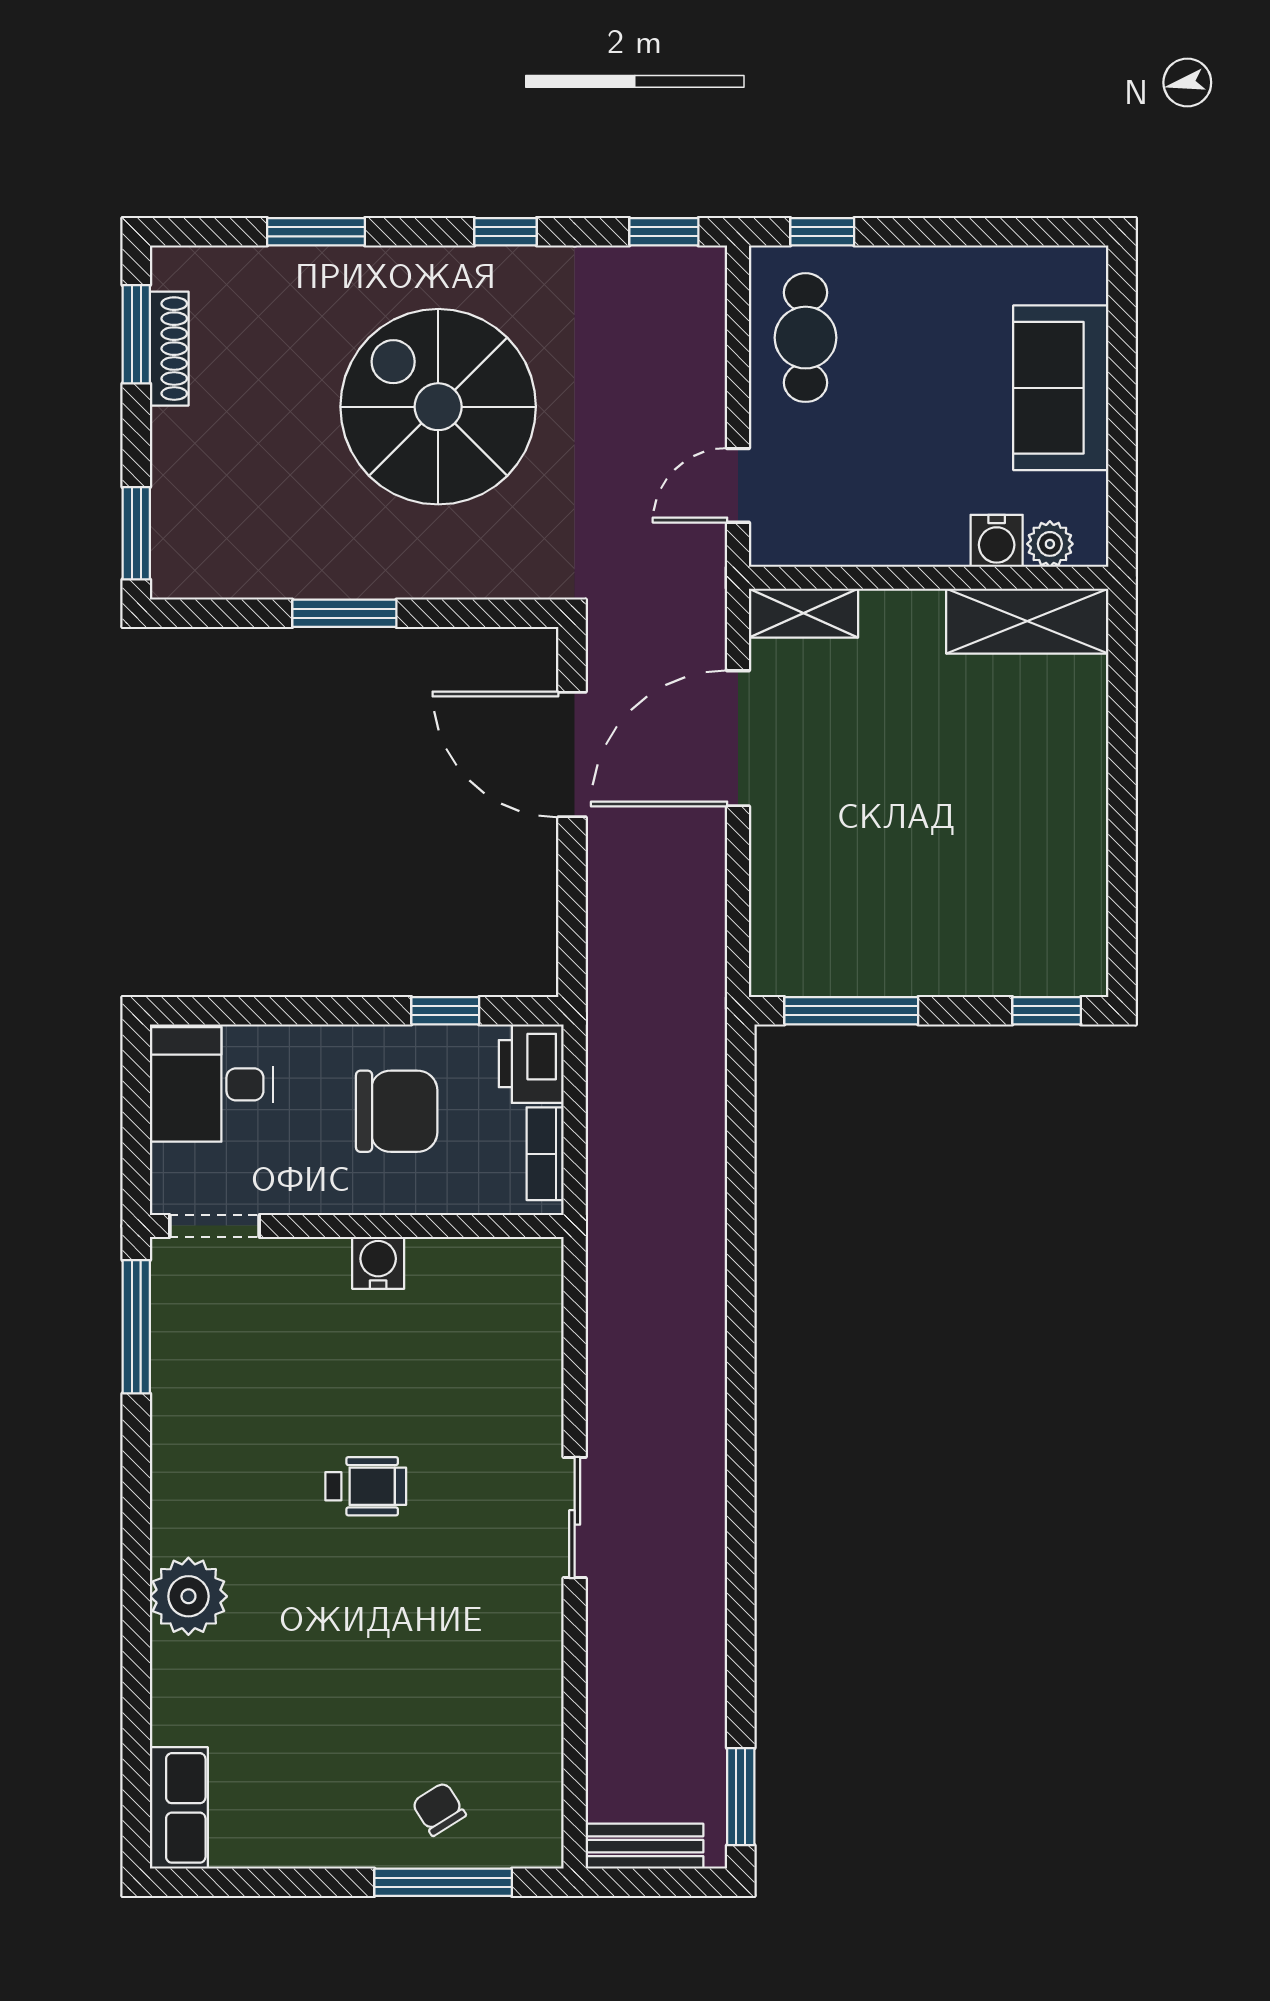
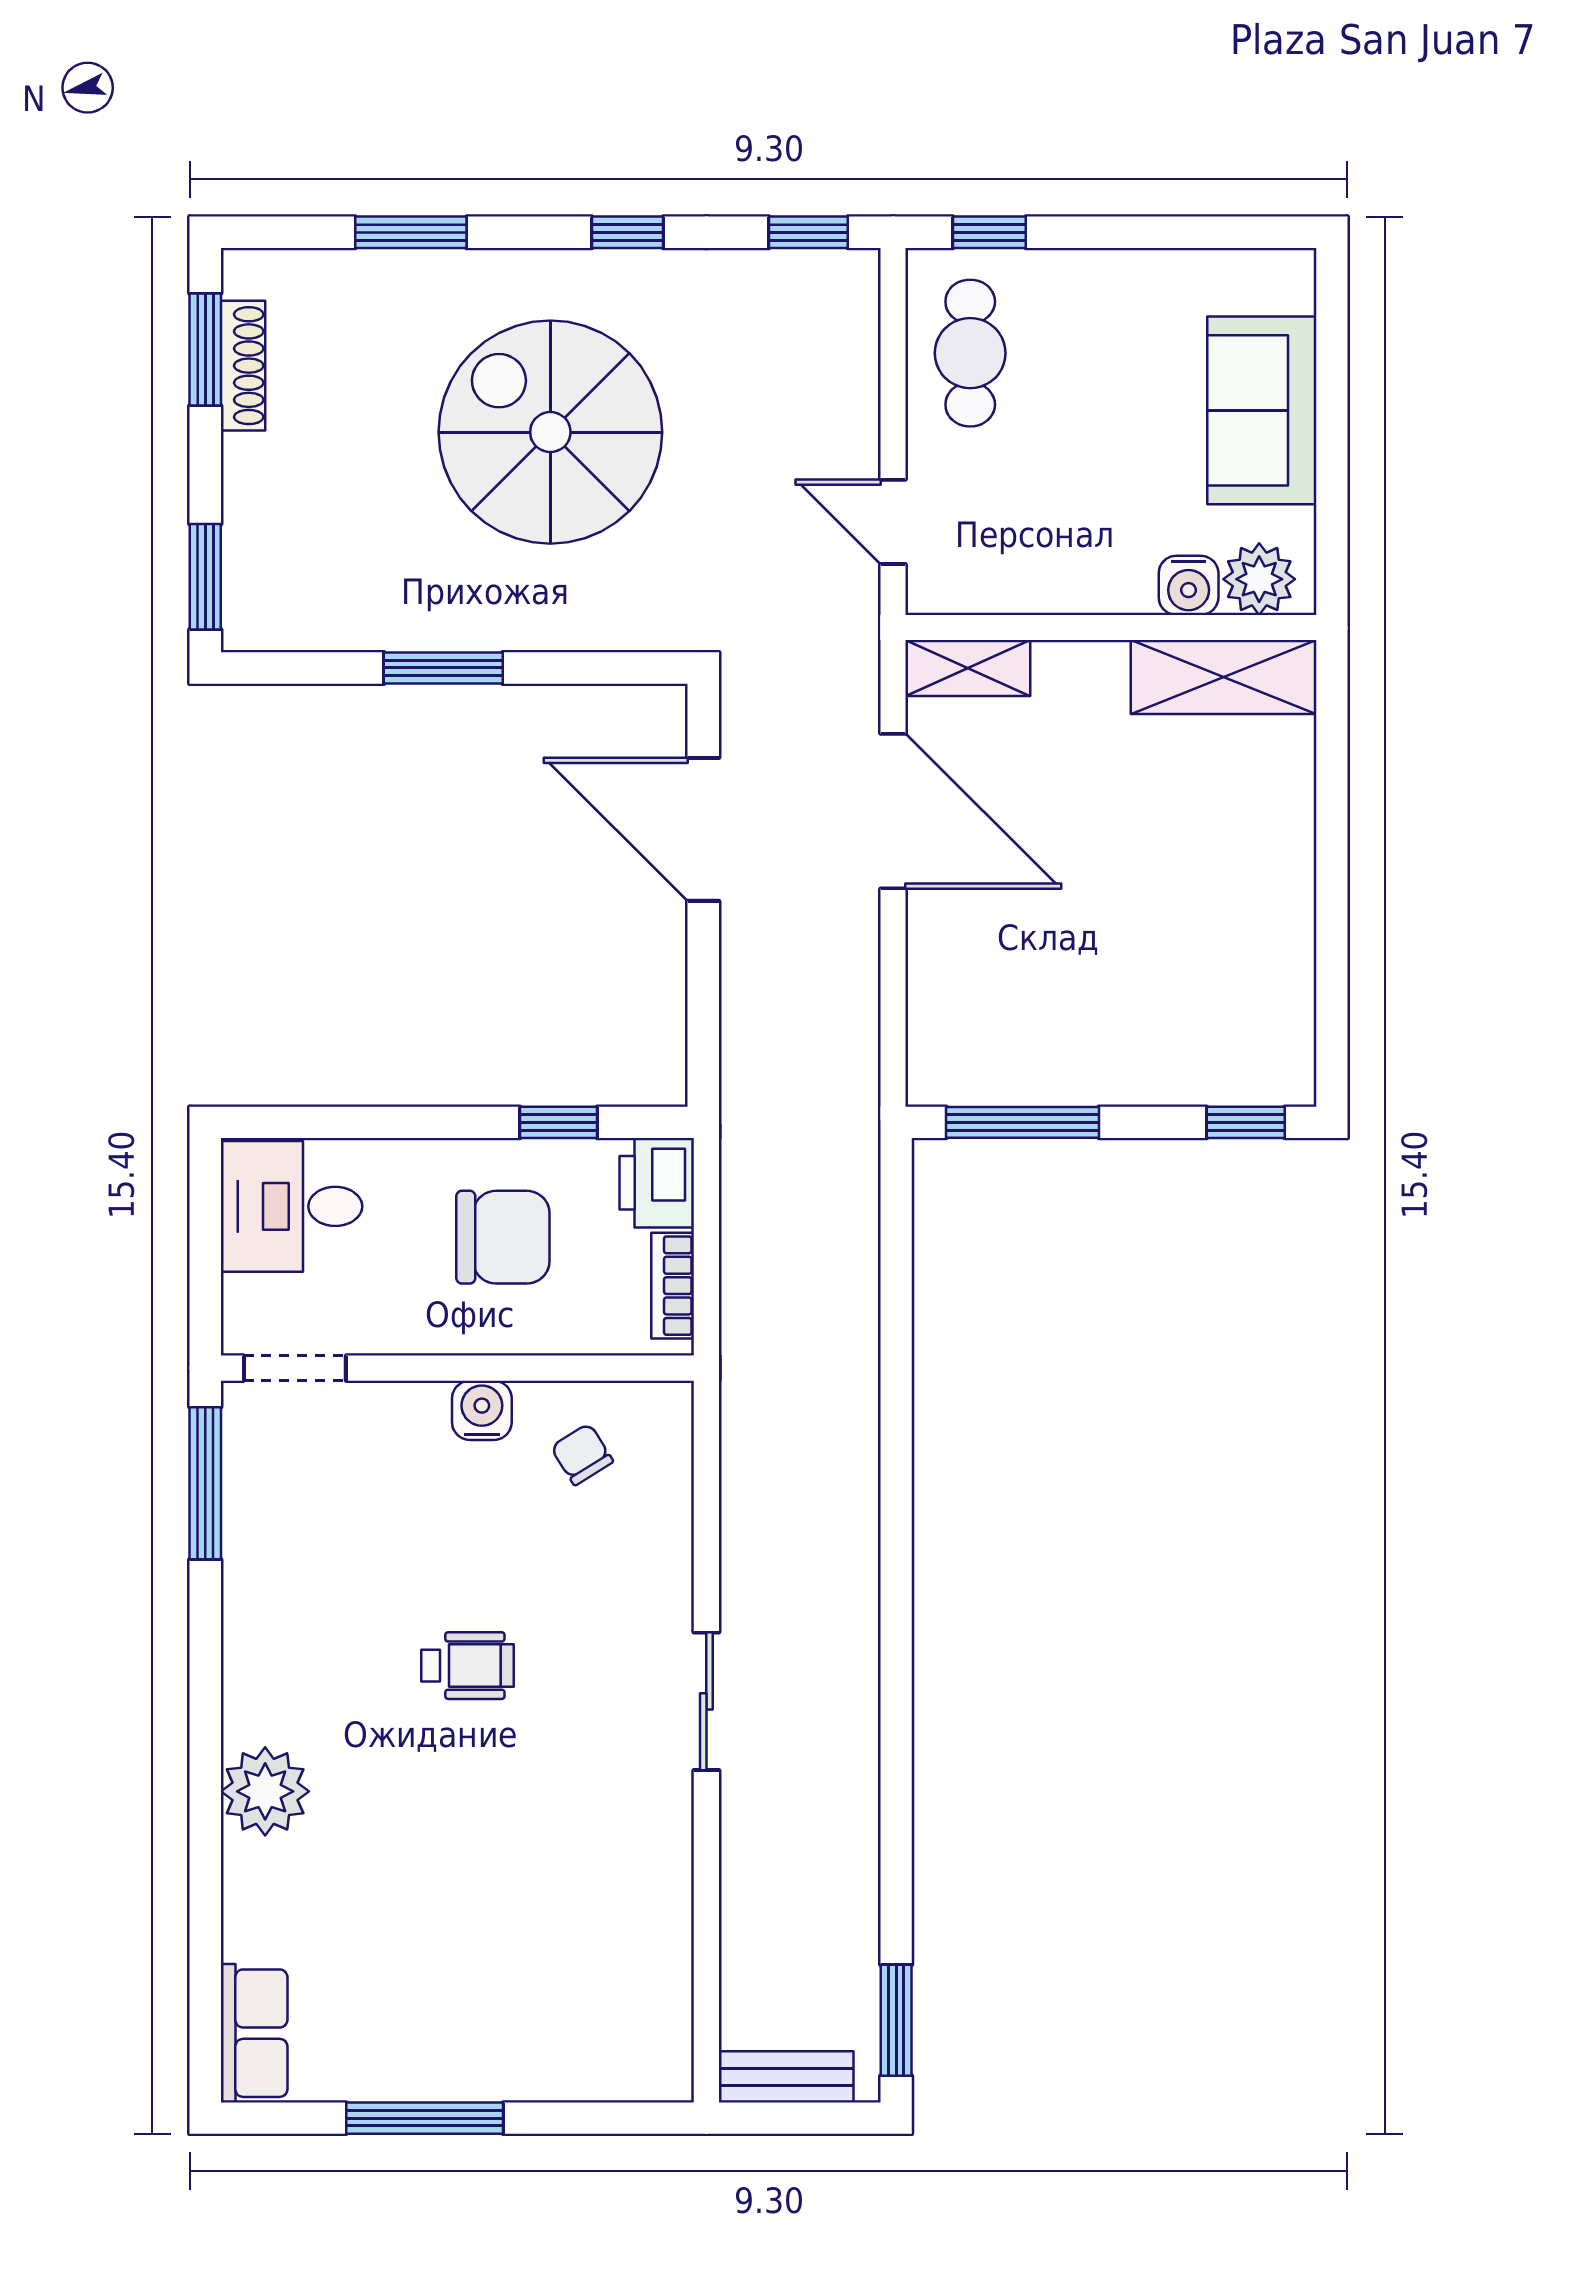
door: (738, 485) -> (893, 522), hinge flipped
plant: (1050, 544) -> (1259, 579), width x1.38, depth x1.38
door: (738, 738) -> (893, 811), swing flipped
chair: (439, 1809) -> (582, 1454), moved
window: (443, 1882) -> (425, 2118), moved

